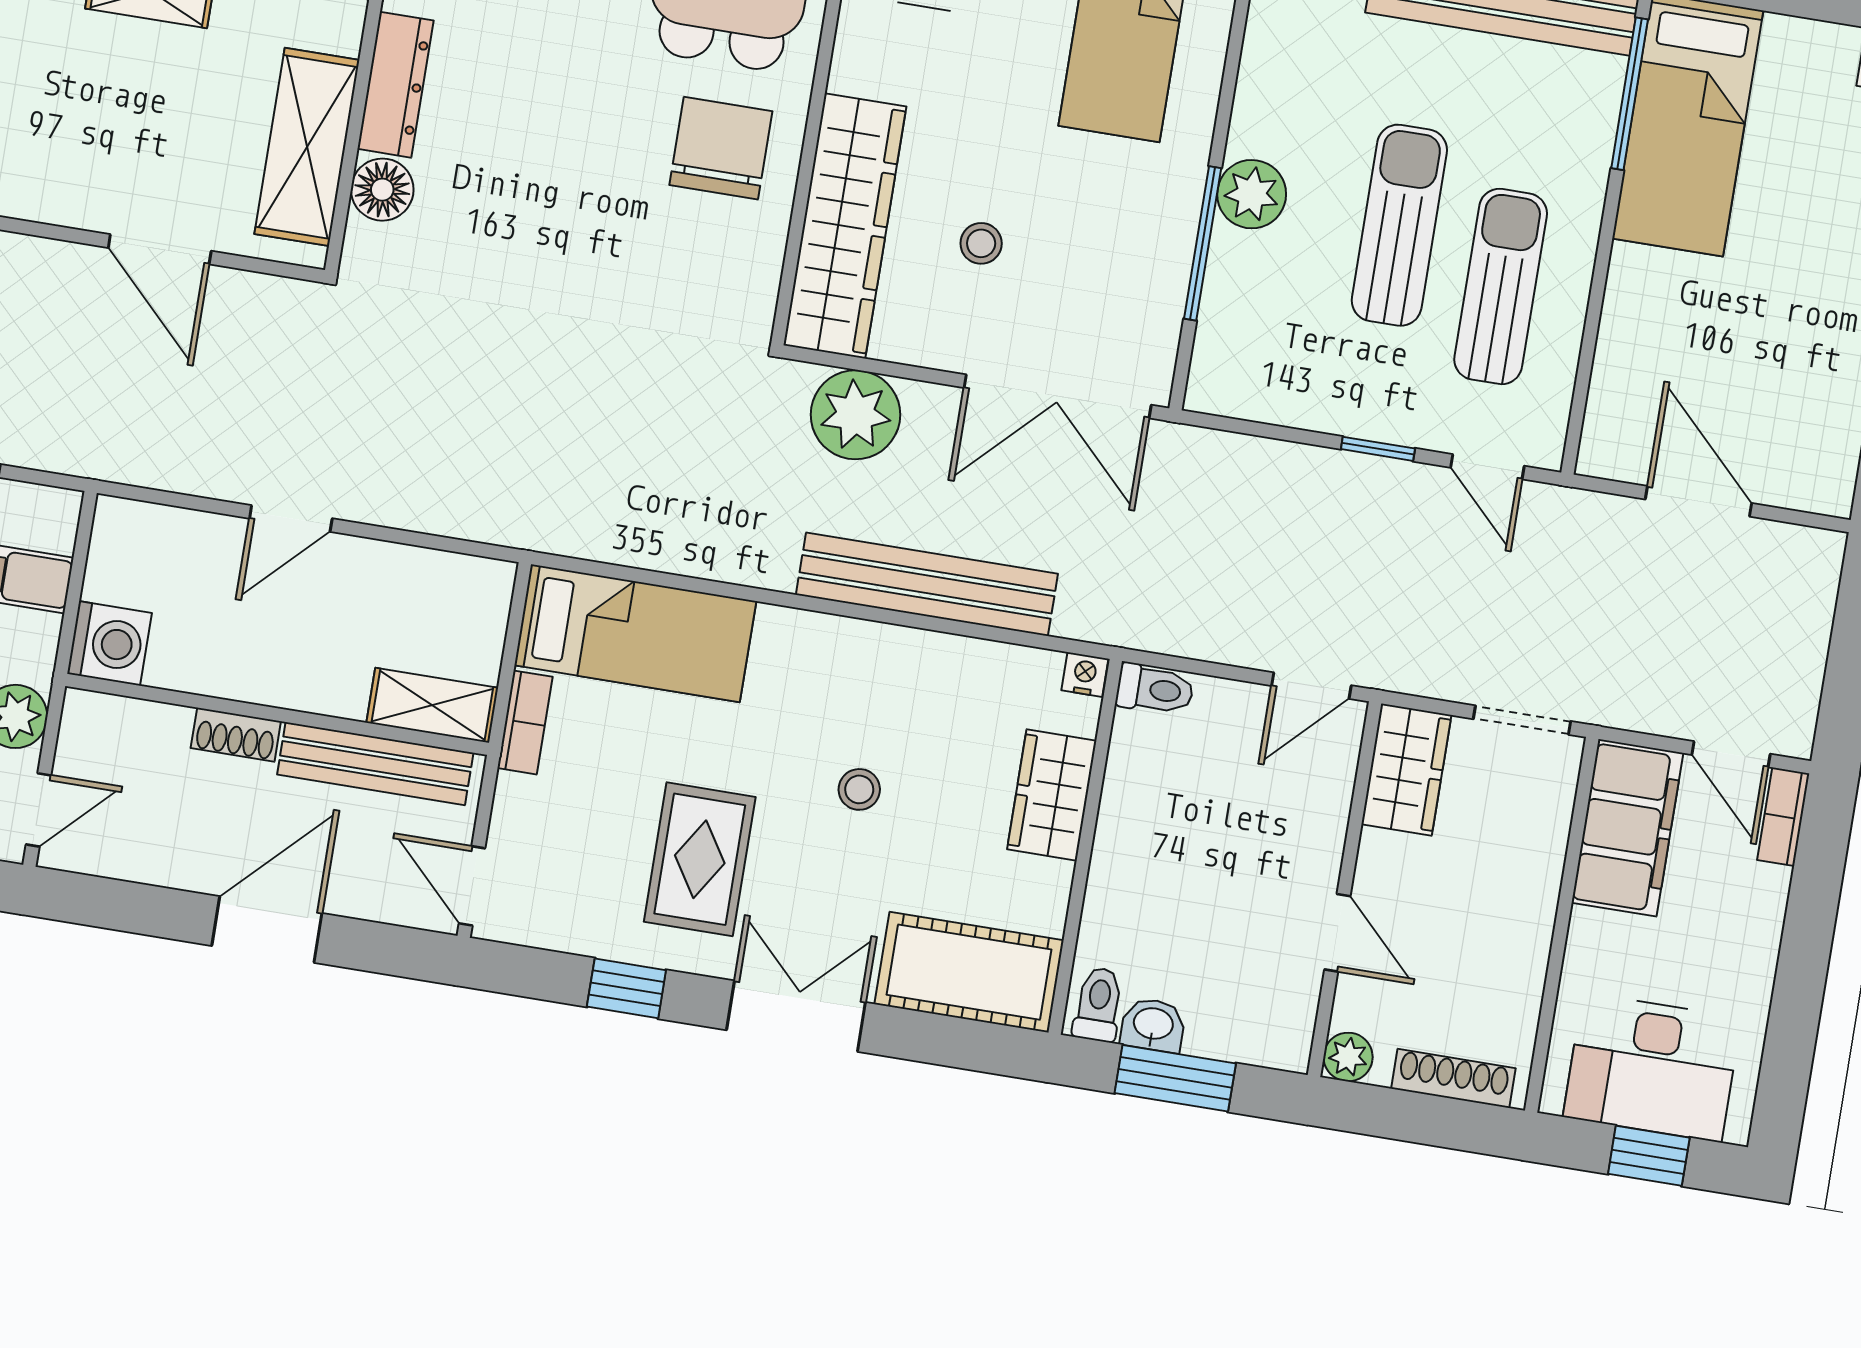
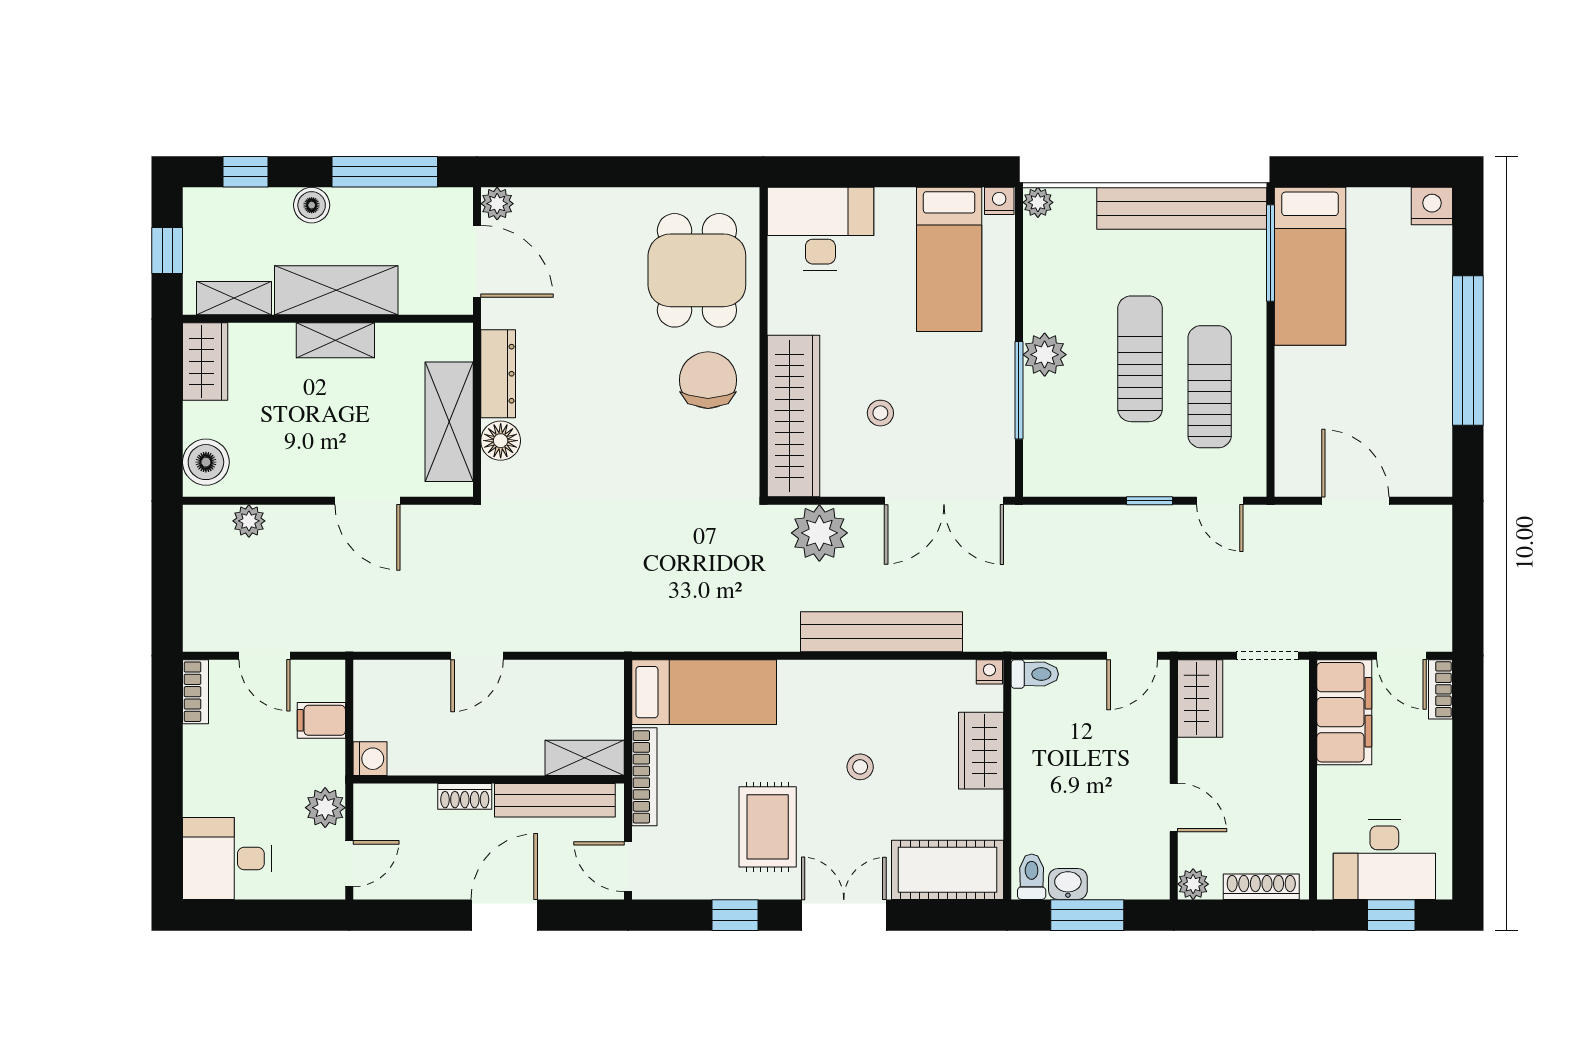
washing machine: (109, 643) -> (370, 759), width x0.73, depth x0.73
bookcase: (525, 722) -> (644, 777), width x1.56

